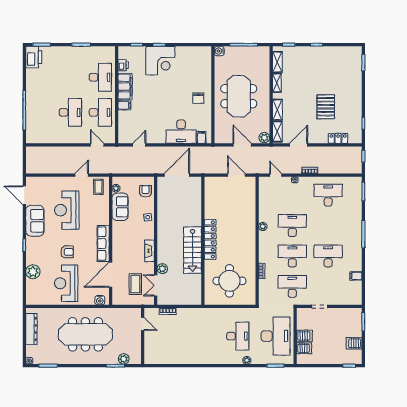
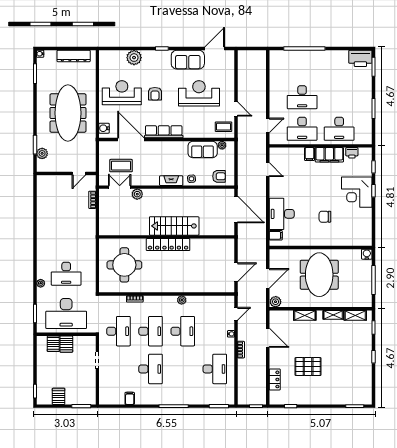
meeting table: (239, 96) -> (319, 275), turned 90
chair: (198, 98) -> (325, 217), moved
shelving: (277, 132) -> (282, 315), removed
stairs: (193, 250) -> (174, 226), moved
fireplace: (150, 251) -> (171, 181), moved

